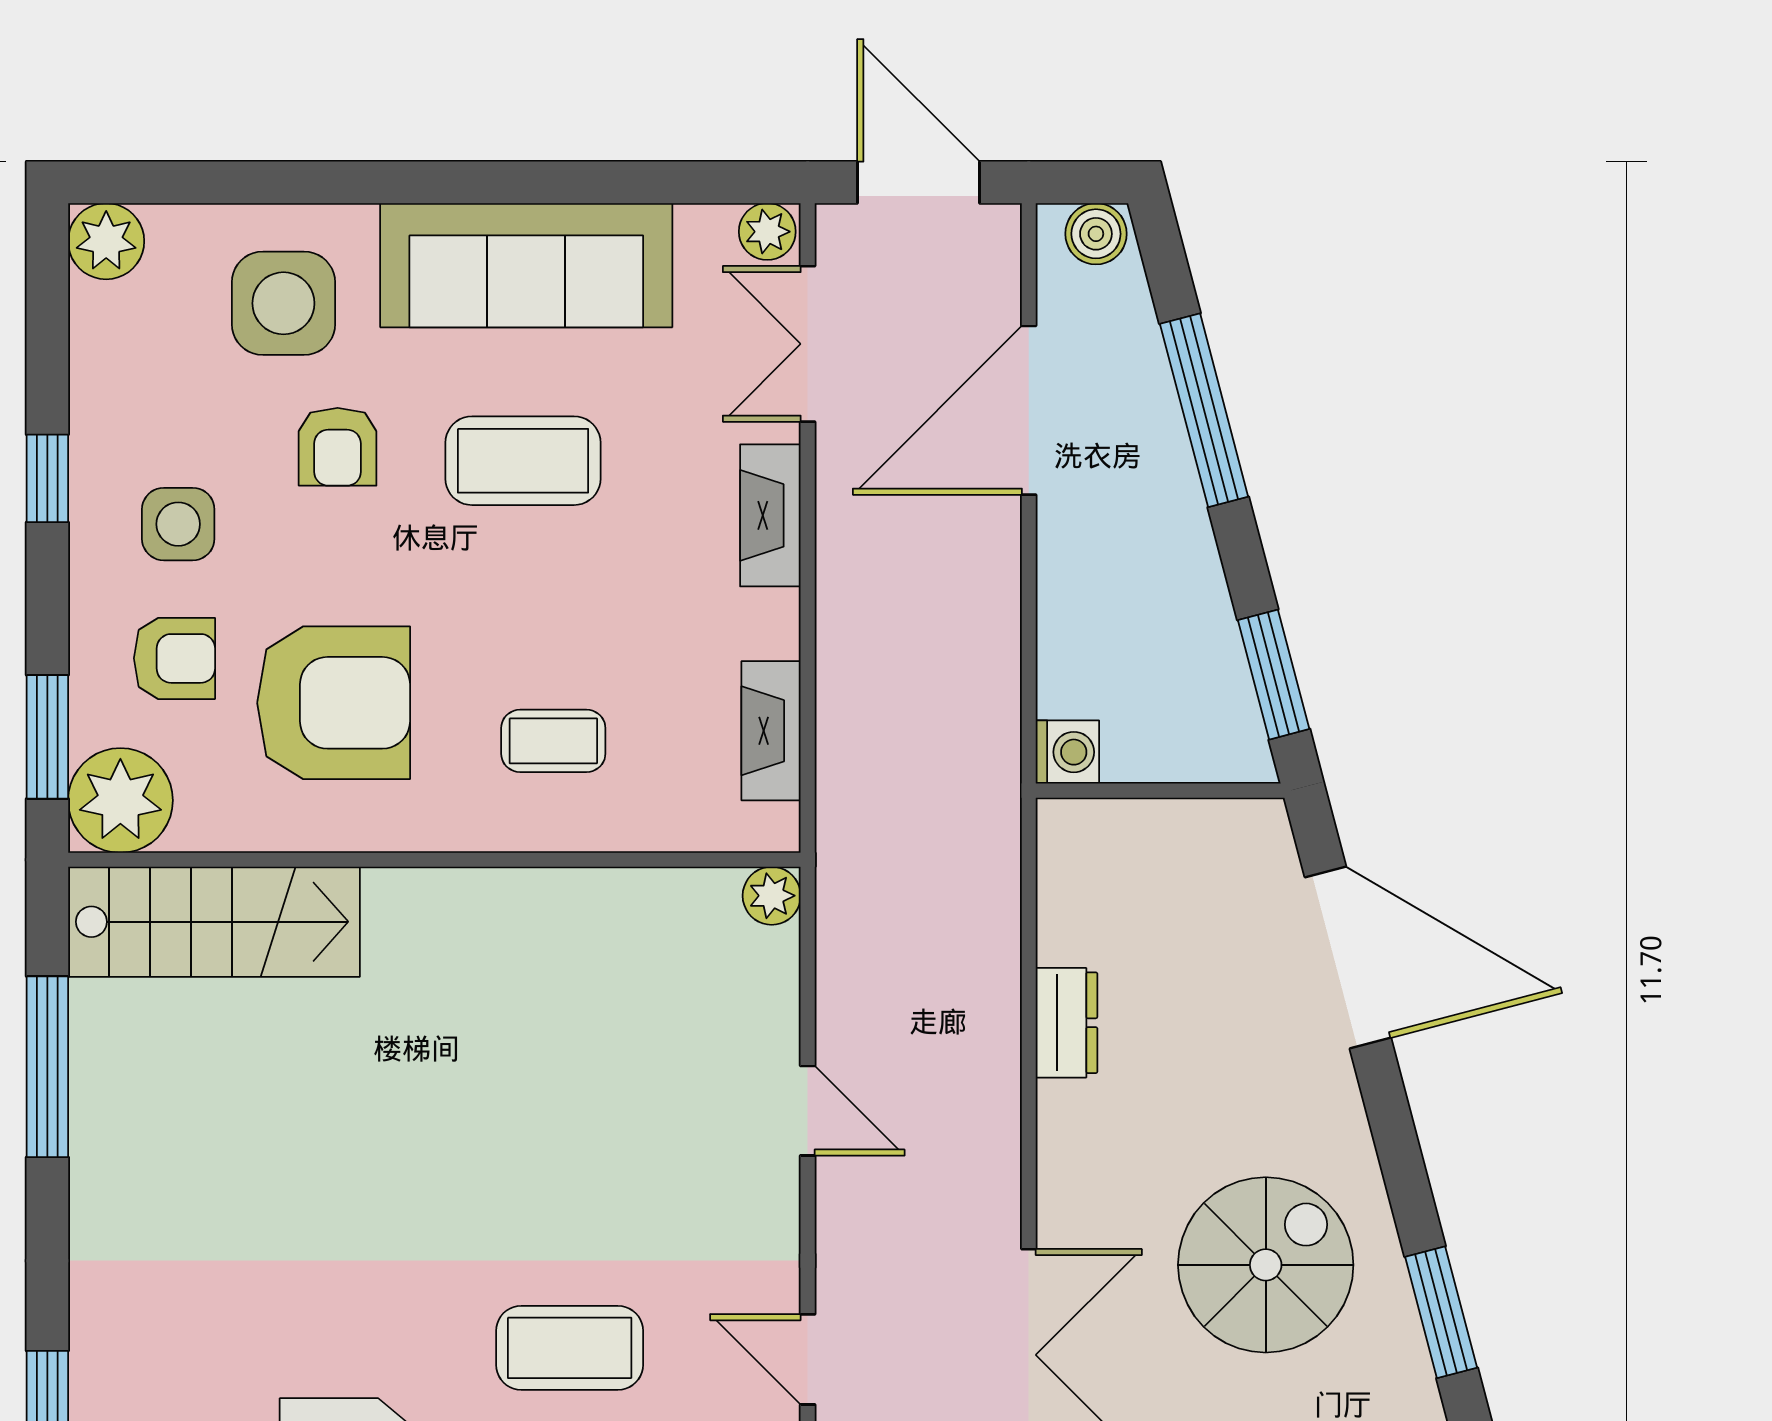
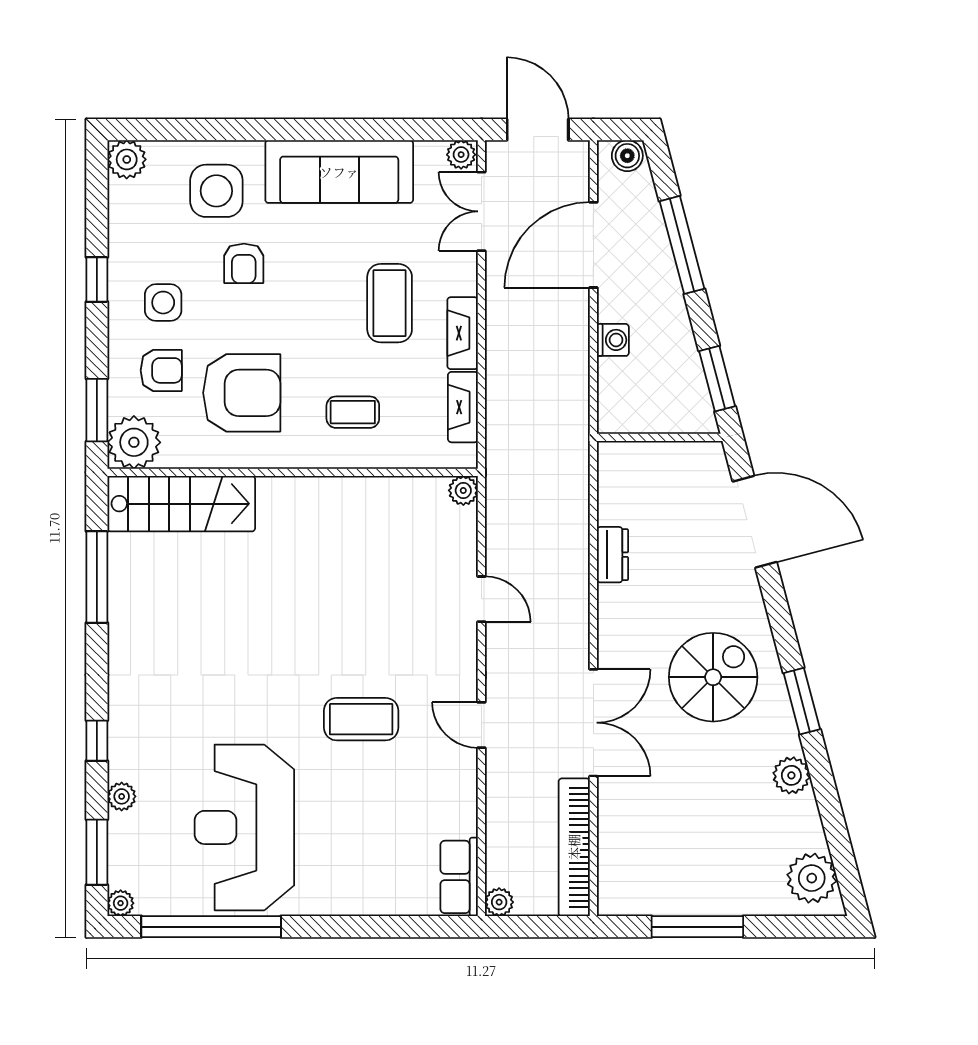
coffee table: (523, 461) -> (390, 303), moved, turned 90
fireplace: (770, 515) -> (463, 333), moved
washing machine: (1067, 752) -> (613, 340), moved

